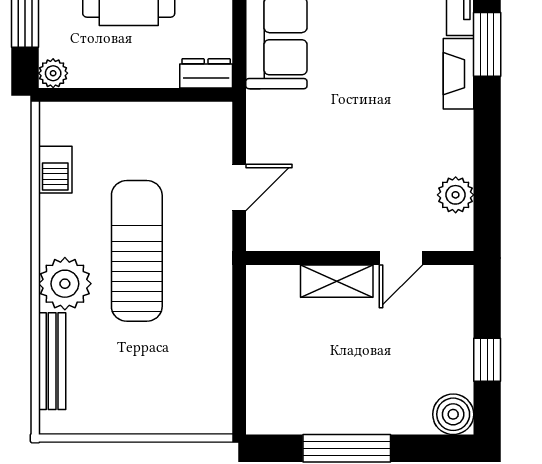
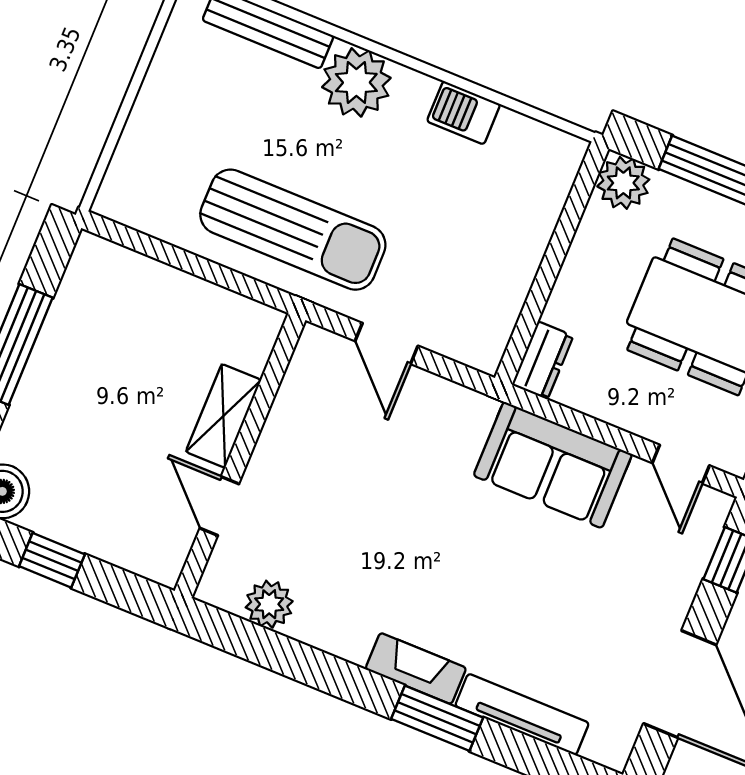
plant: (53, 73) -> (623, 183), width x1.38, depth x1.38
barbecue: (55, 170) -> (464, 113), moved
sun lounger: (137, 251) -> (293, 230), moved

